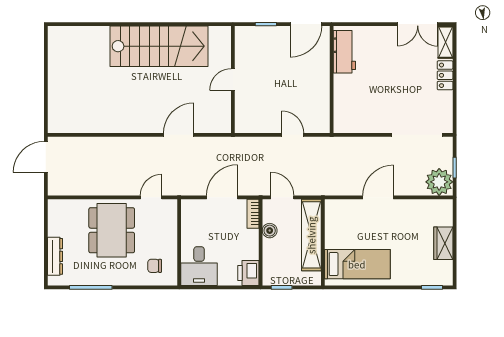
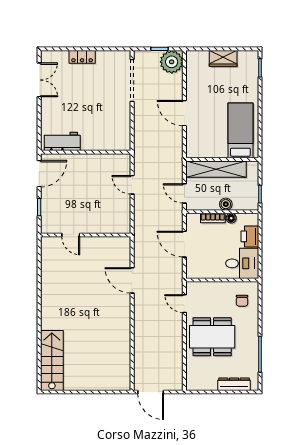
door: (306, 24) -> (39, 174), hinge flipped
shelving: (445, 42) -> (54, 57), removed
stairs: (159, 46) -> (52, 360), moved, width x0.73, depth x0.66
door: (233, 80) -> (71, 235), moved
door: (293, 135) -> (132, 185), hinge flipped
door: (282, 197) -> (184, 193), hinge flipped
bookcase: (253, 214) -> (213, 218), moved
boiler: (270, 231) -> (226, 204), moved
floor lamp: (253, 253) -> (231, 218), added
printer: (248, 273) -> (250, 236), moved, turned 90

